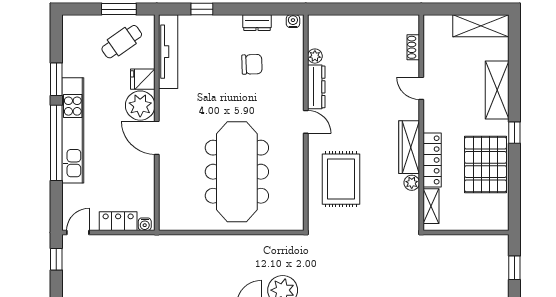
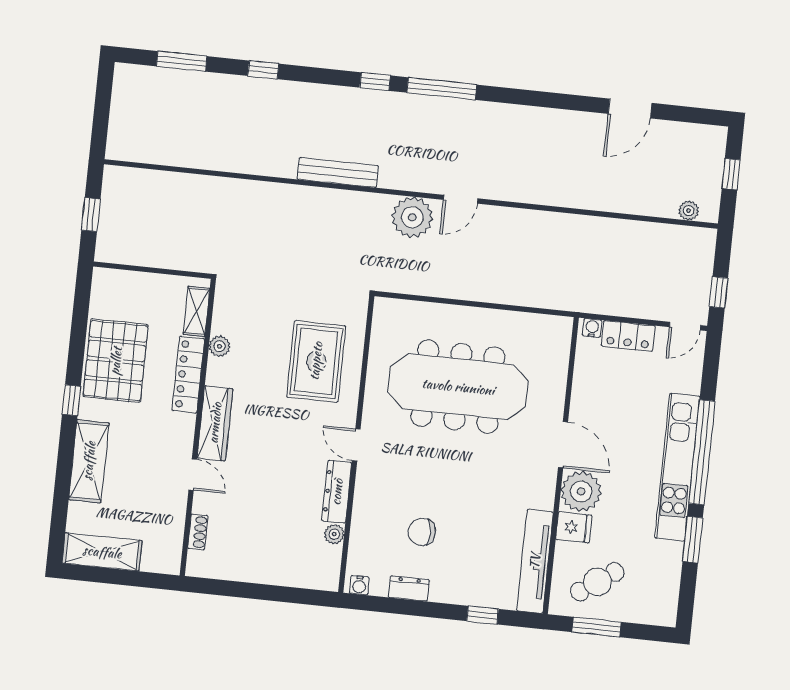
wardrobe: (409, 147) -> (215, 423), moved
meeting table: (237, 172) -> (458, 387), turned 90

